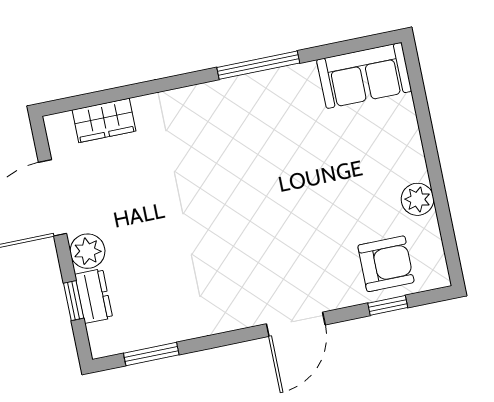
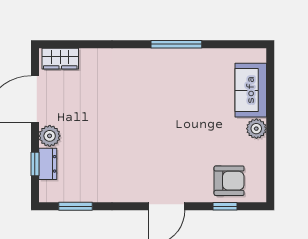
sofa: (364, 75) -> (251, 90), moved, turned 90
wardrobe: (104, 120) -> (60, 59), moved
plant: (417, 199) -> (256, 129), moved

